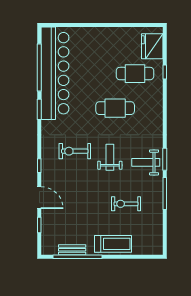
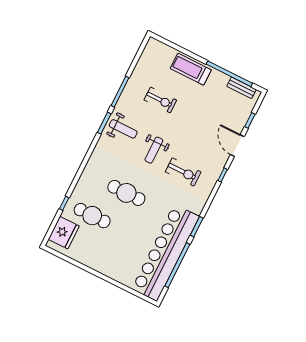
bench: (72, 250) -> (242, 88), moved

